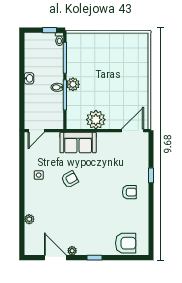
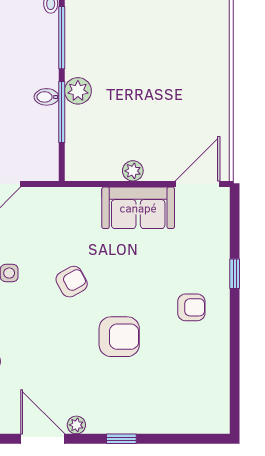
plant: (96, 120) -> (133, 171), width x0.53, depth x0.53
sofa: (78, 143) -> (138, 208), moved
armchair: (126, 243) -> (119, 337), moved

